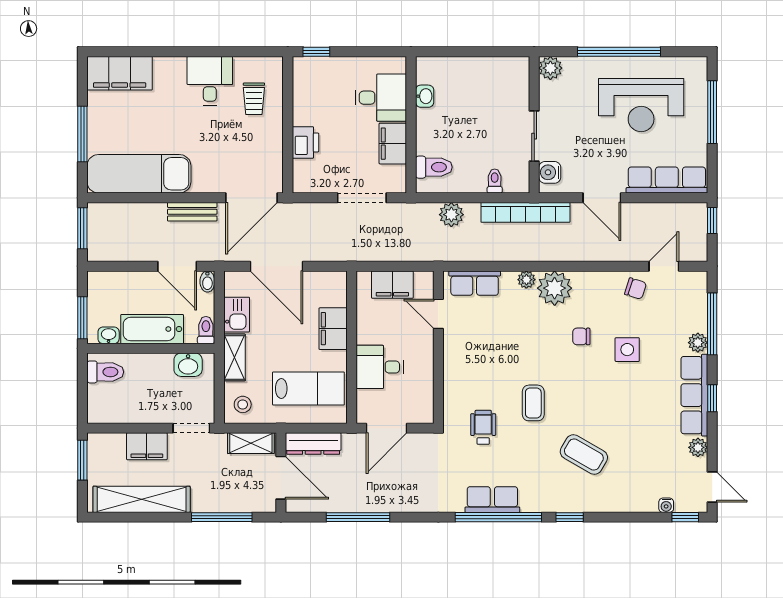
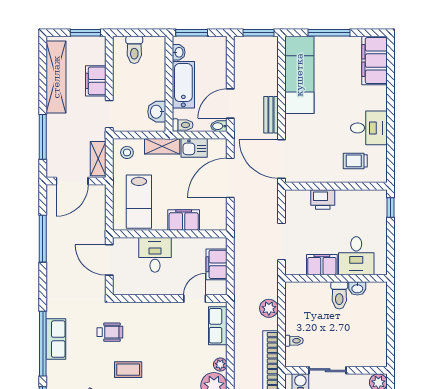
toilet: (434, 167) -> (339, 295), moved
toilet: (105, 372) -> (134, 50), moved
dresser: (313, 444) -> (98, 205), removed

